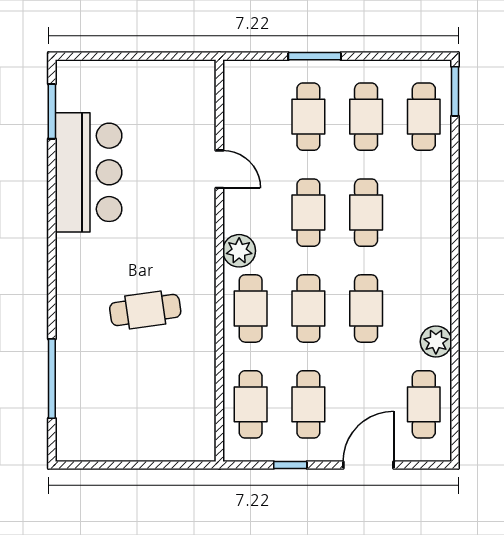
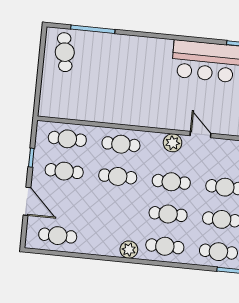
door: (219, 169) -> (200, 135), swing flipped
plant: (239, 251) -> (173, 143), moved
cafe table: (366, 308) -> (165, 246), moved
cafe table: (145, 310) -> (65, 52), moved
plant: (436, 342) -> (129, 250), moved

